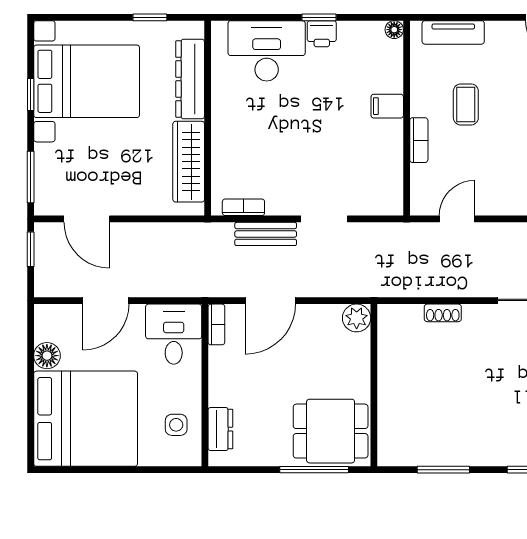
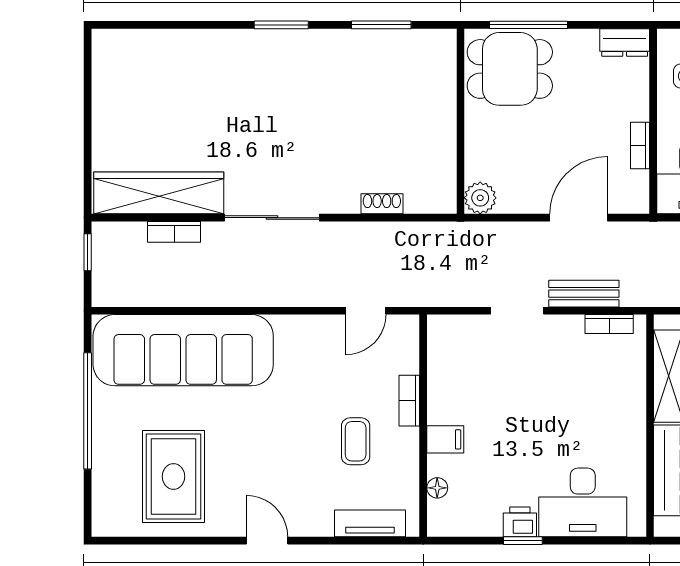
floor lamp: (394, 30) -> (437, 488), moved
bookcase: (216, 324) -> (640, 145), moved
dresser: (220, 429) -> (625, 43), moved, turned -90

